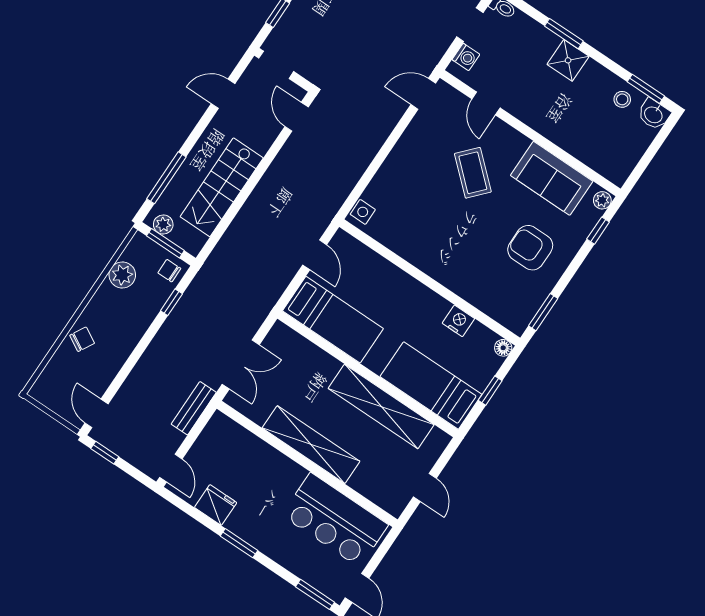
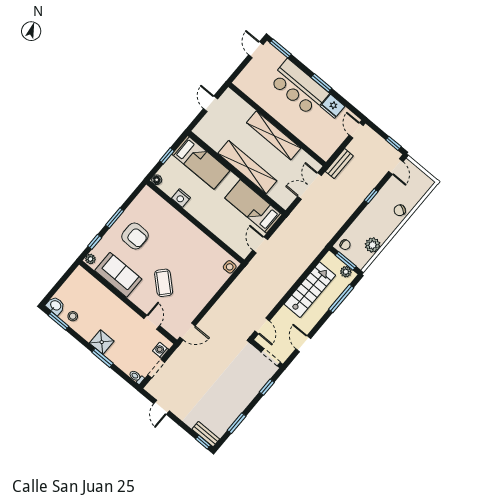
door: (223, 94) -> (303, 344), swing flipped
window: (171, 302) -> (371, 196), moved
window: (543, 312) -> (115, 218), moved
shelving: (381, 407) -> (247, 167), moved
bar counter: (335, 520) -> (299, 87), moved, turned 180

